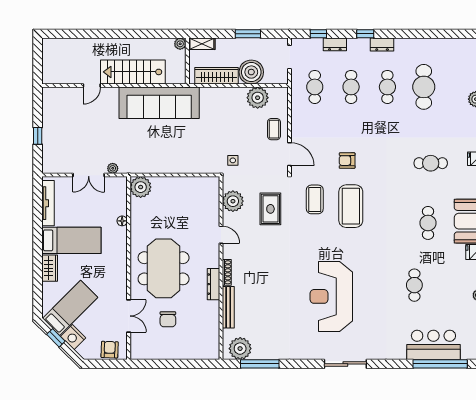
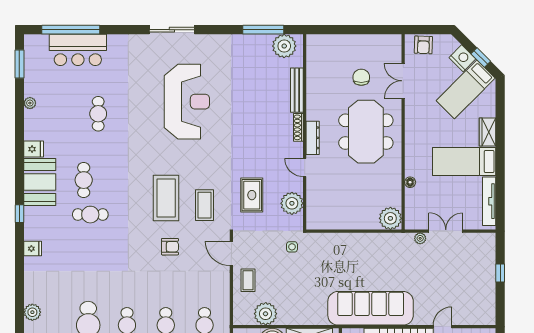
cafe table: (431, 163) -> (90, 215), moved
dresser: (213, 284) -> (313, 138), moved

